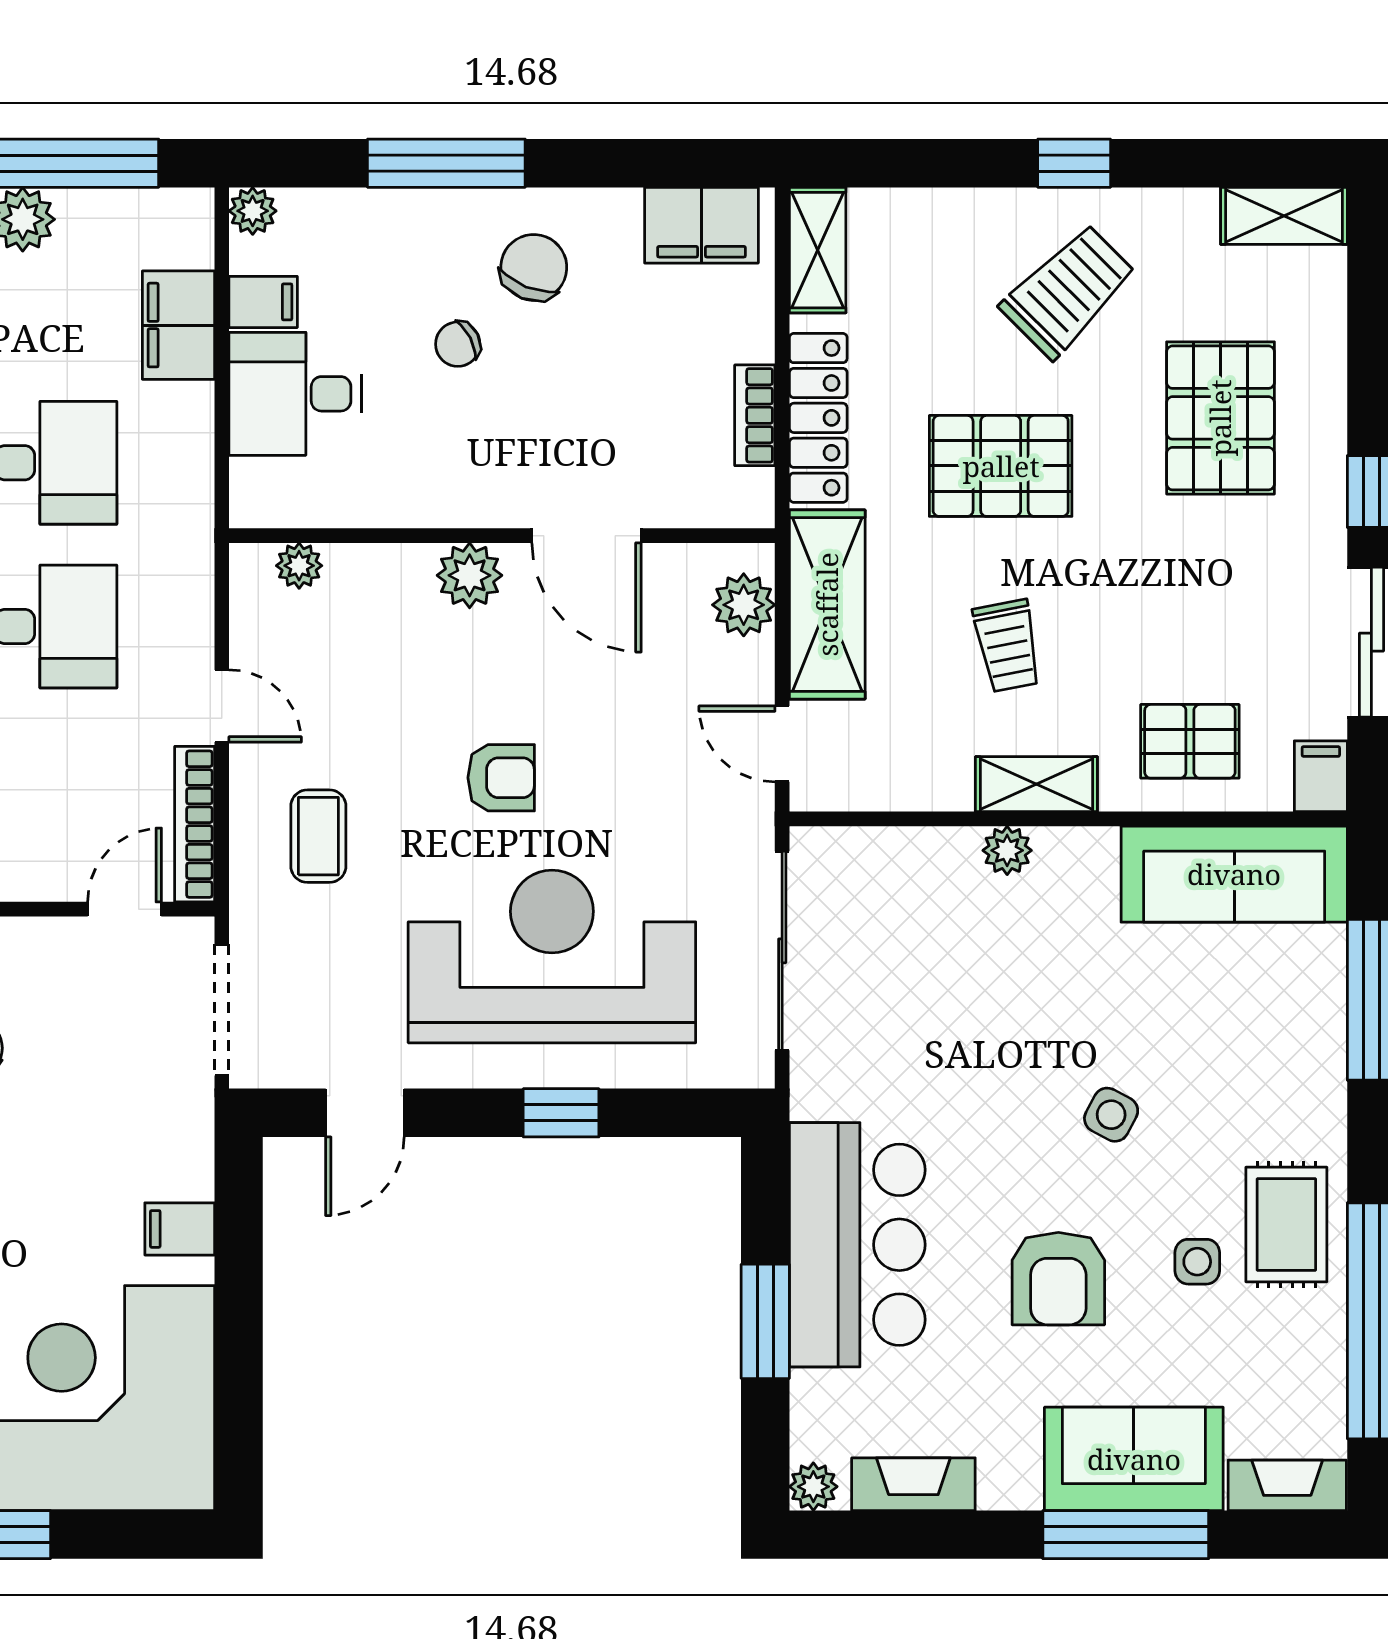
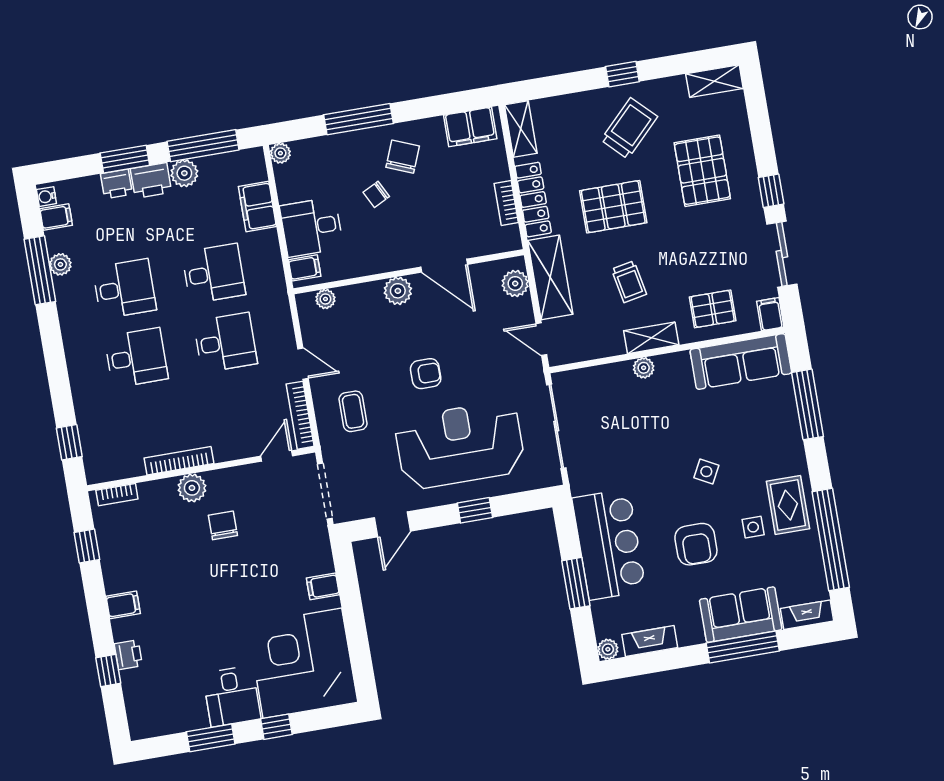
filing cabinet: (263, 302) -> (305, 268), moved

